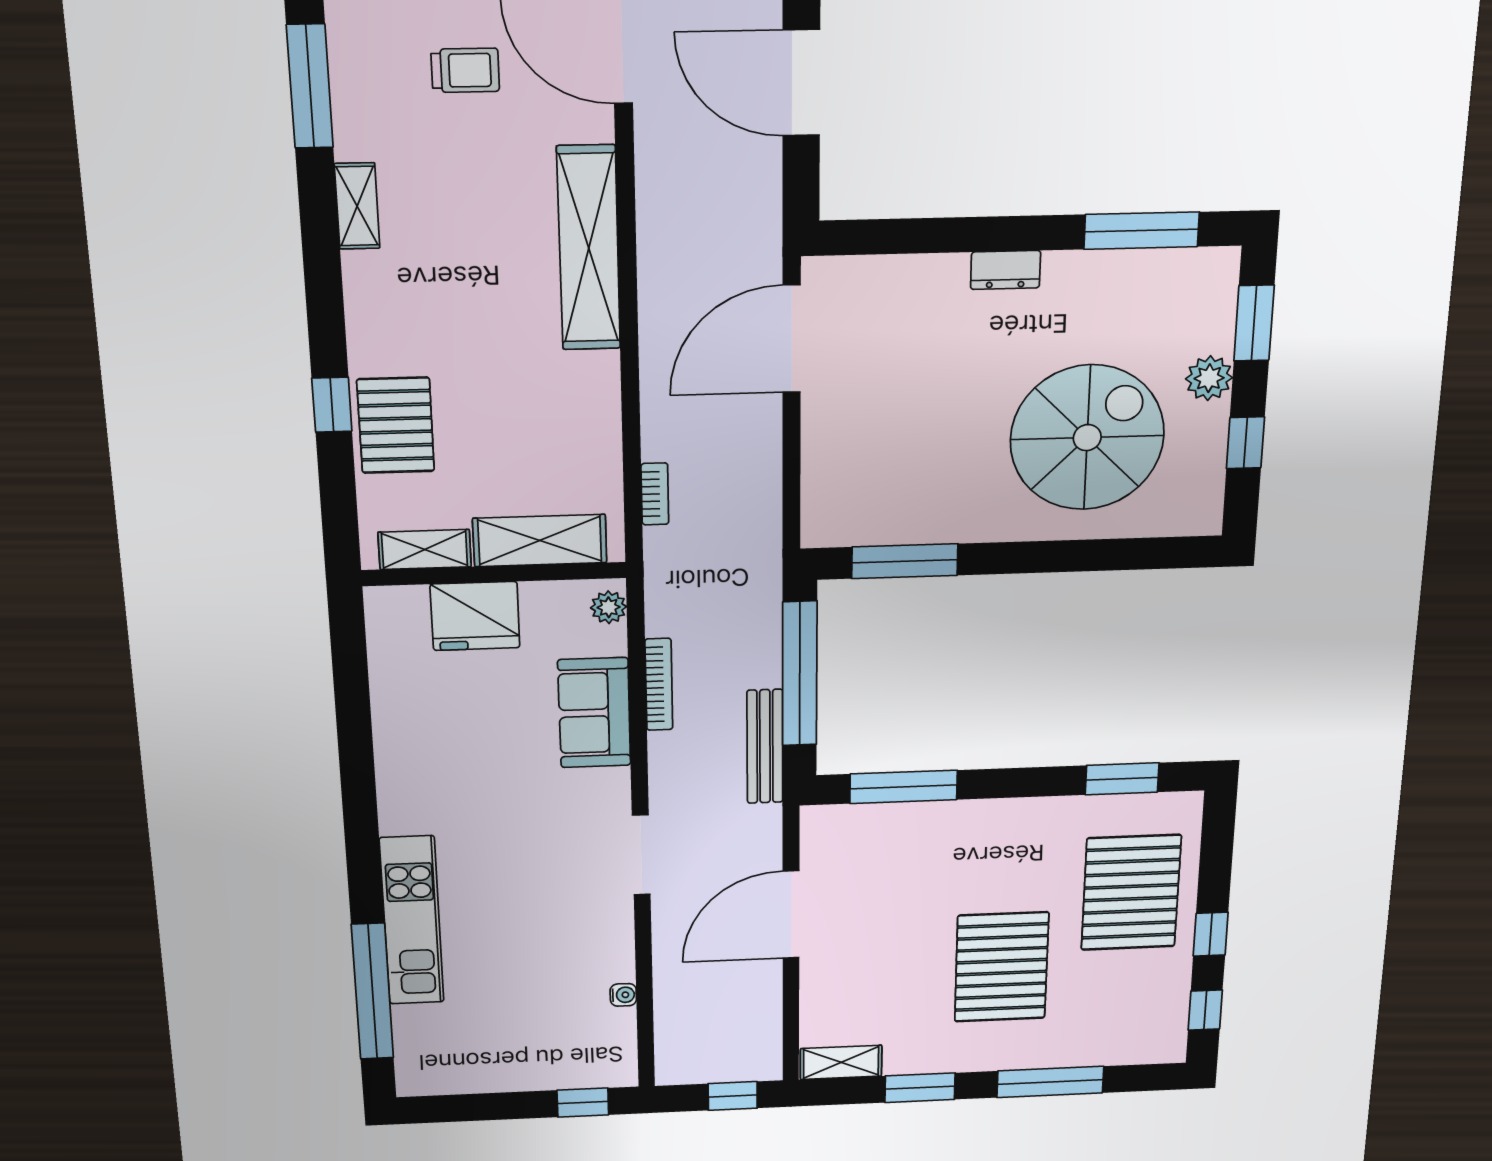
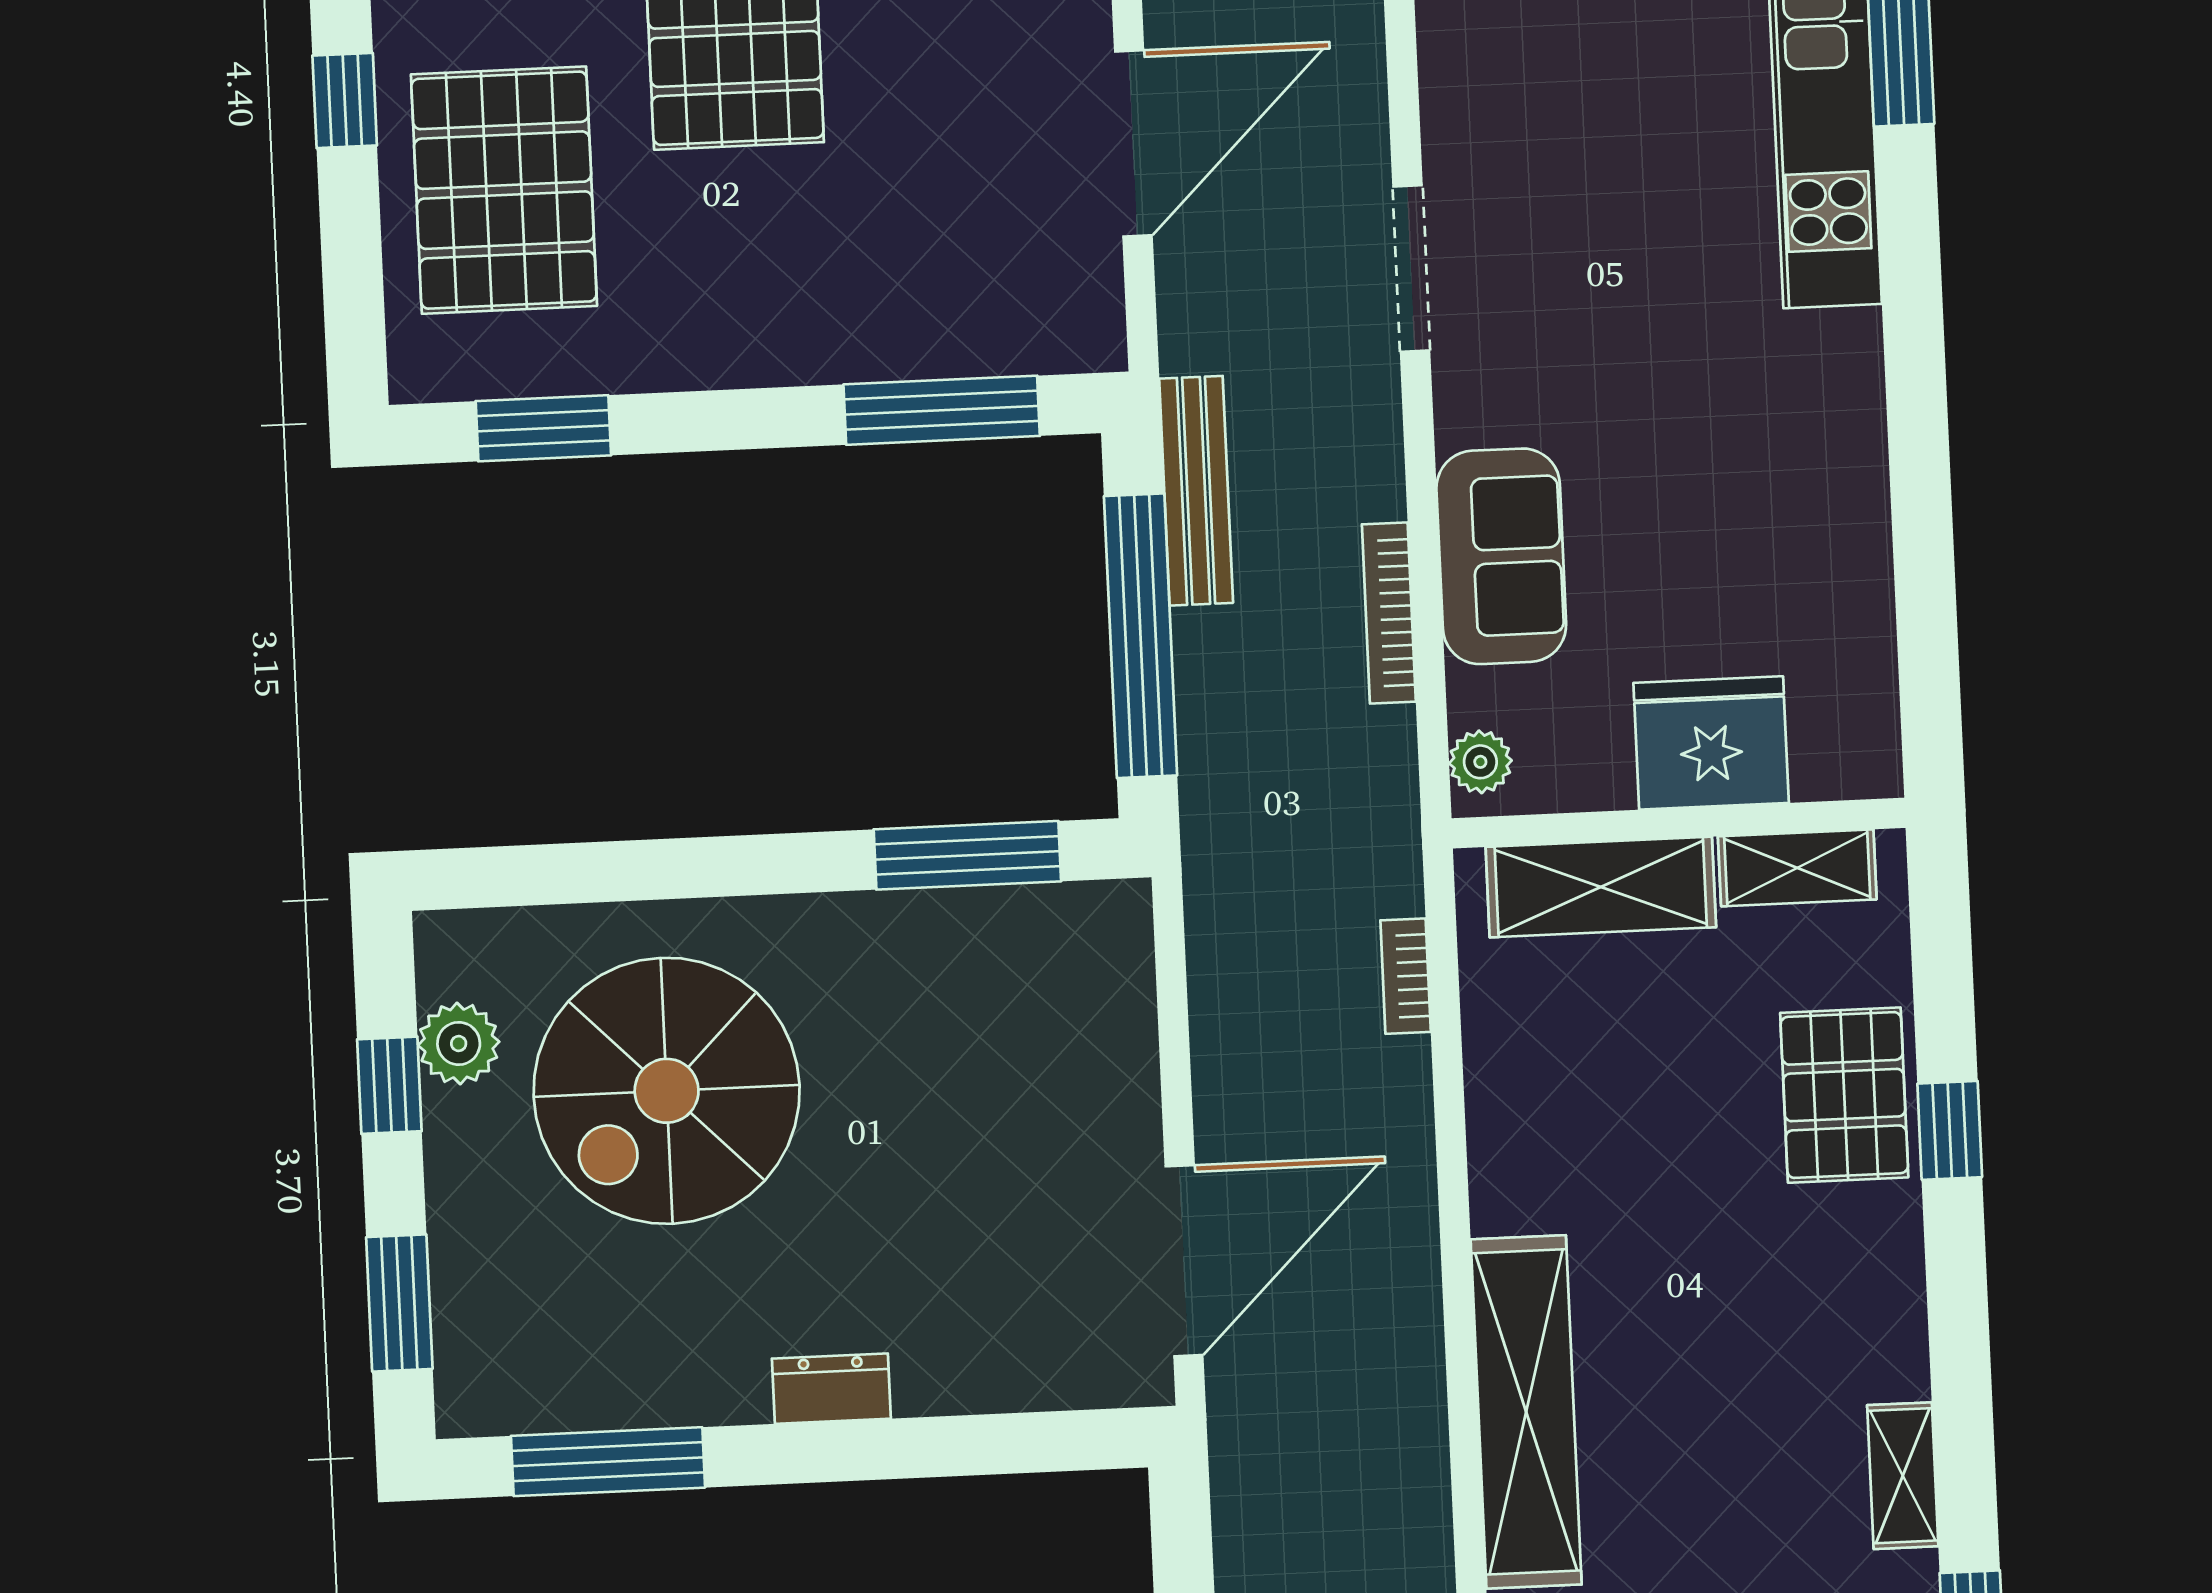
plant: (1209, 378) -> (459, 1043), moved

